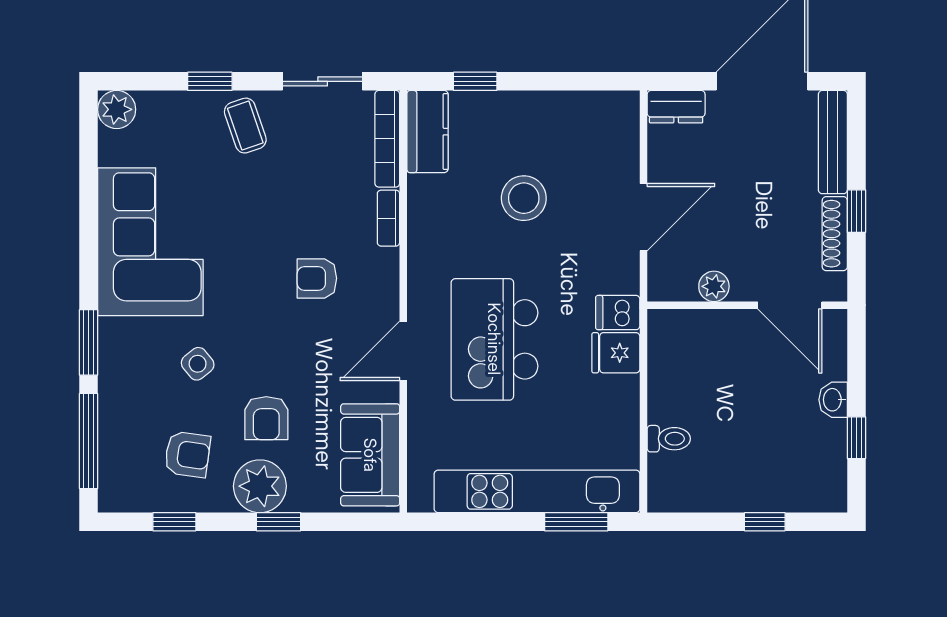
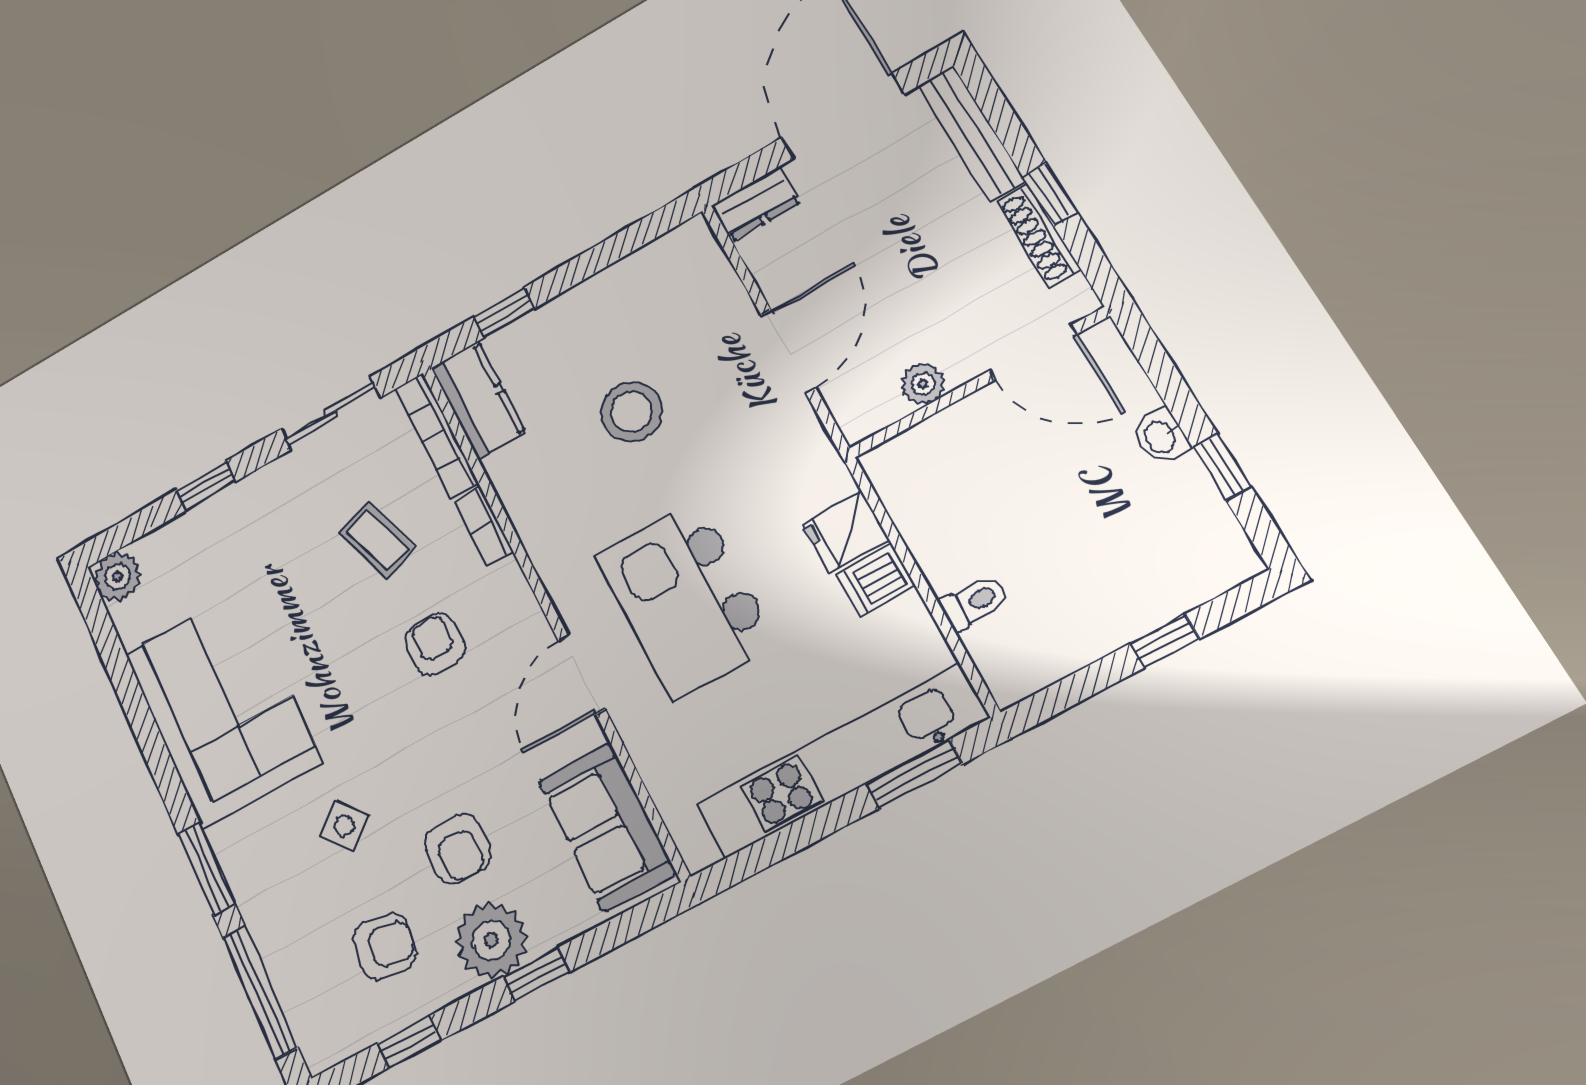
coffee table: (245, 126) -> (377, 540), moved
armchair: (317, 278) -> (435, 644), turned 90
dishwasher: (618, 313) -> (876, 581), moved

